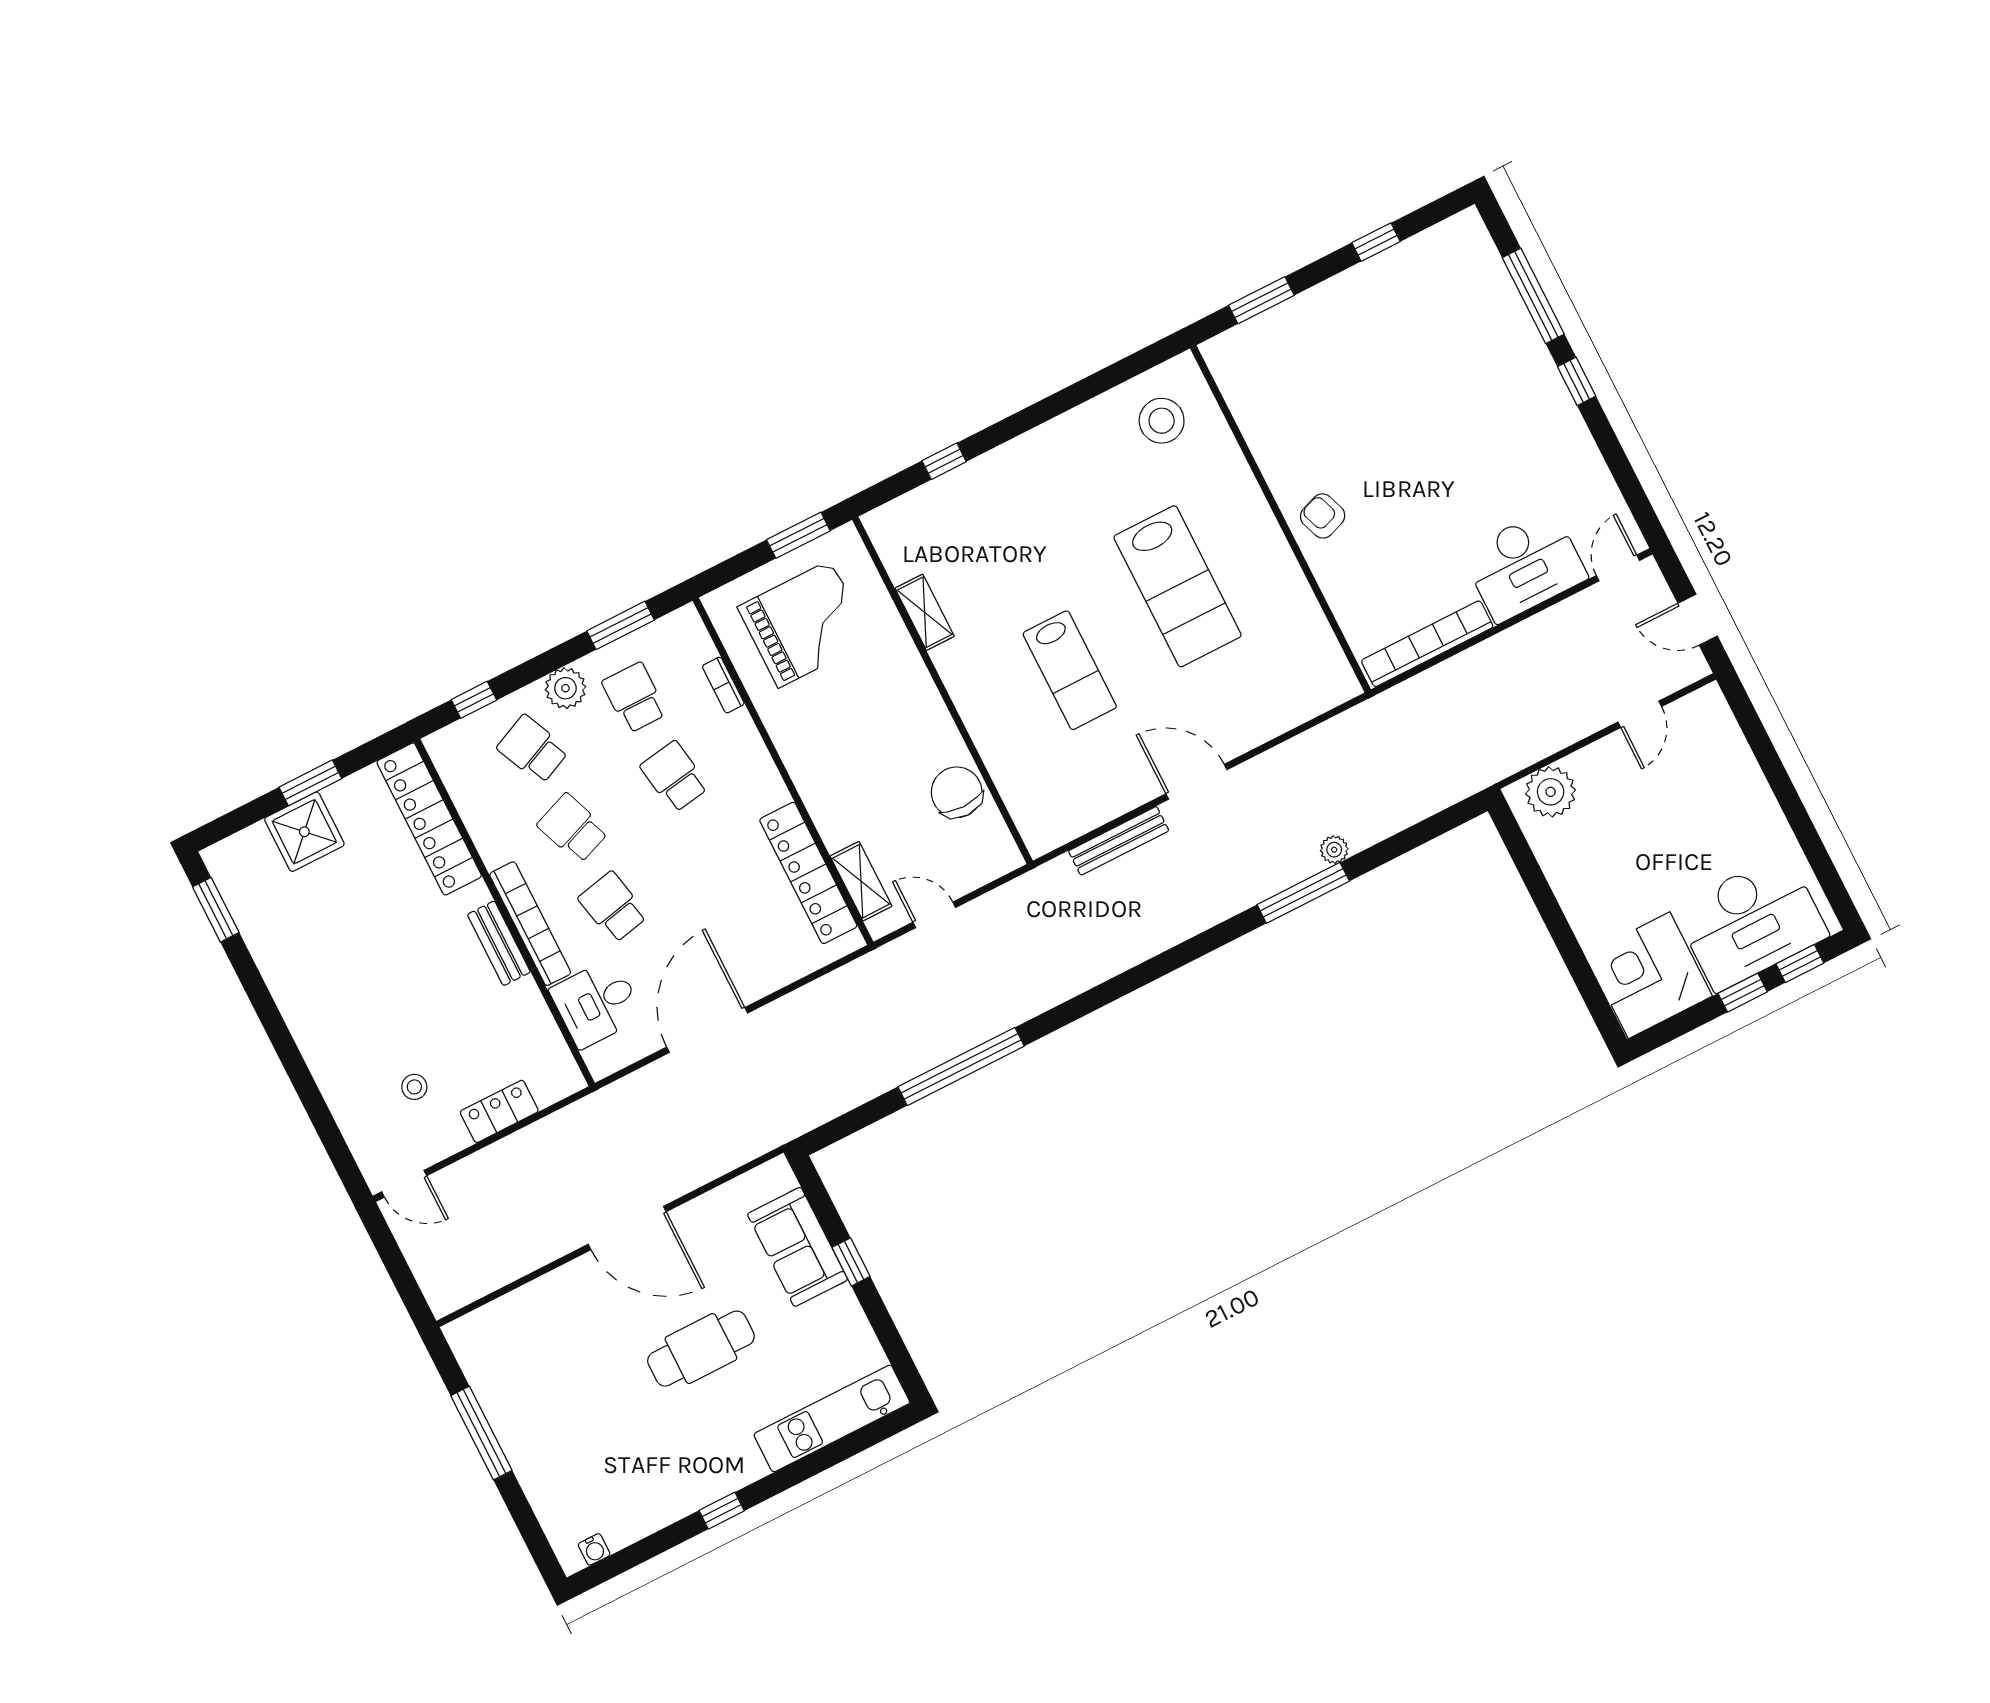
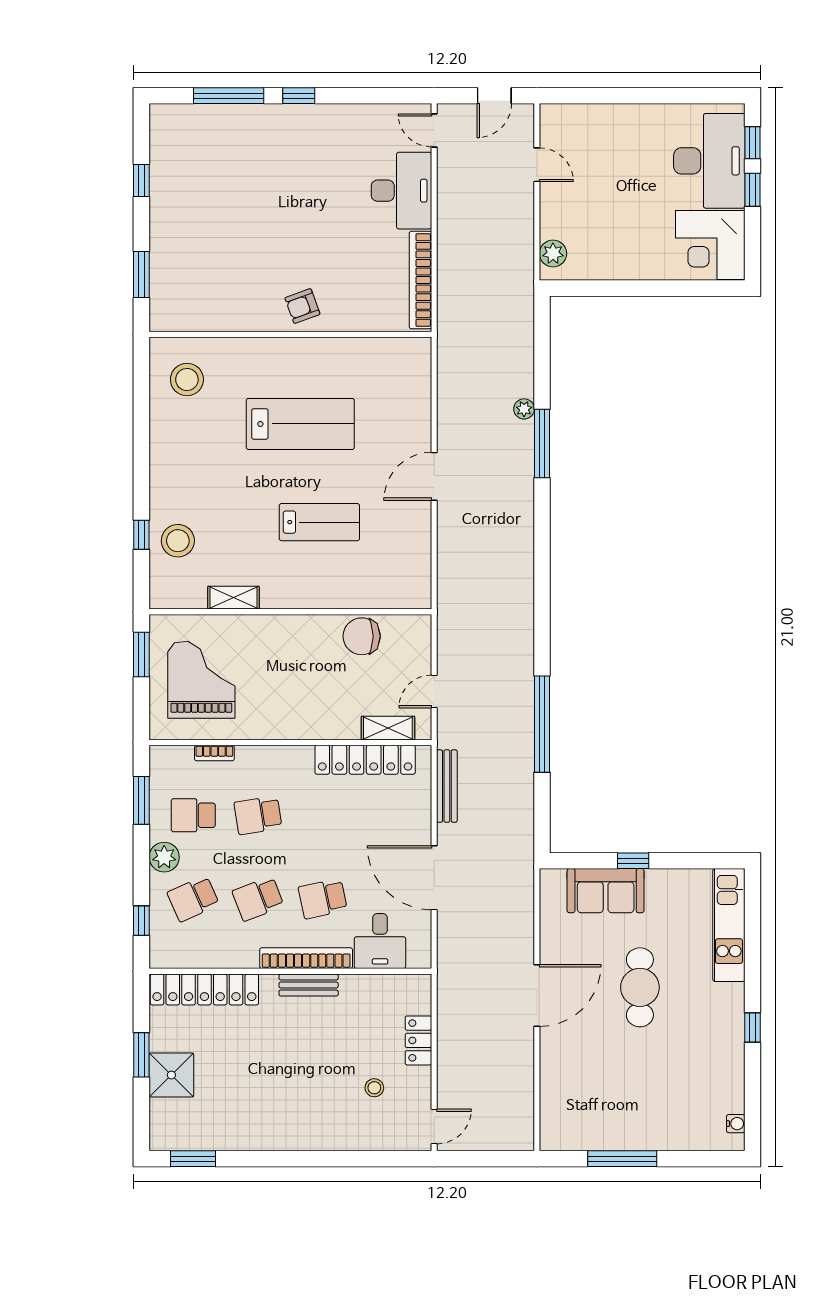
stool: (960, 509) -> (178, 541), added
plant: (1551, 792) -> (553, 254), width x0.73, depth x0.73
bench: (1119, 841) -> (447, 786), moved

